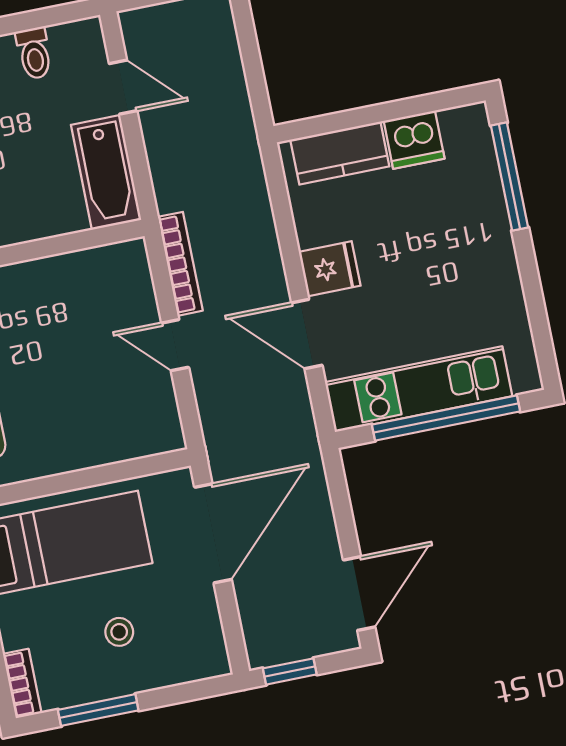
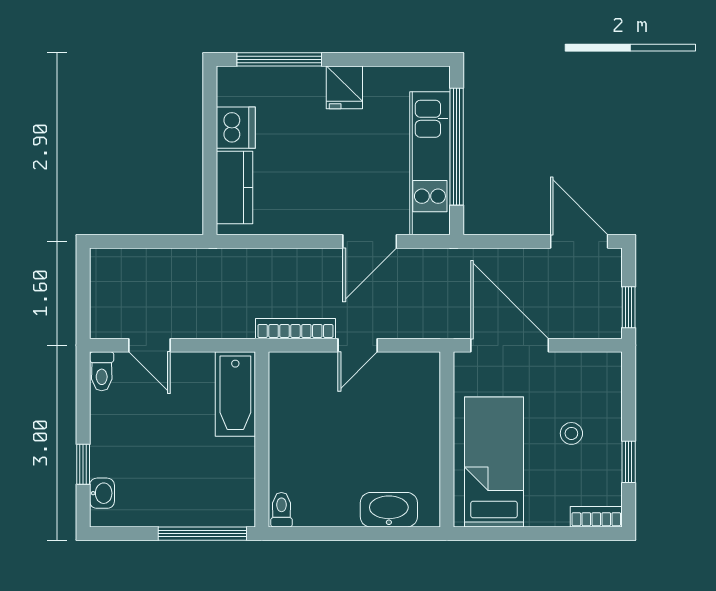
toilet: (34, 53) -> (102, 371), moved, turned 90
door: (123, 87) -> (150, 345), swing flipped
bathtub: (106, 172) -> (235, 394), moved, turned 90
fridge: (330, 269) -> (344, 87), moved, turned 180
window: (98, 710) -> (629, 462), width x0.67

